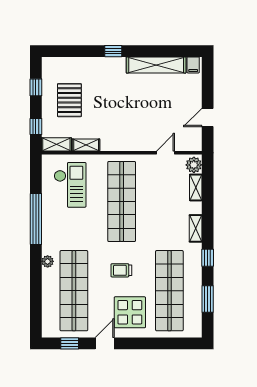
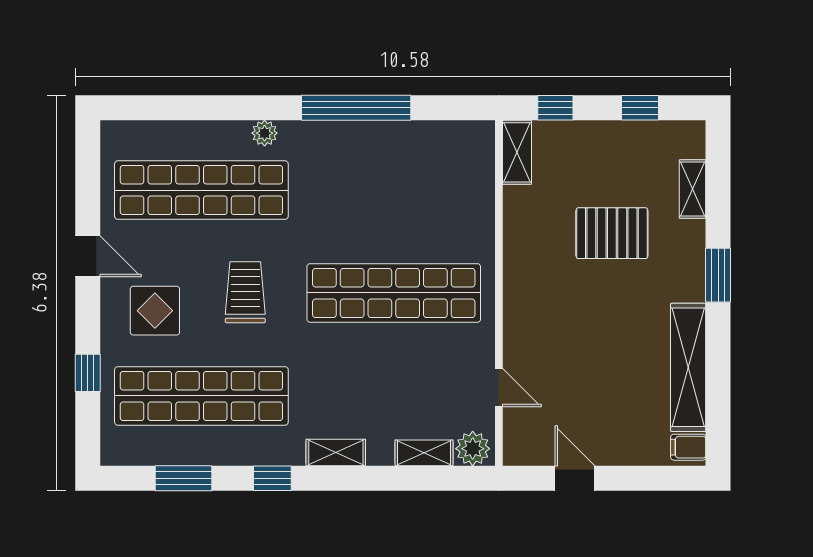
window: (113, 51) -> (718, 275), width x1.50
pallet: (69, 100) -> (612, 233), moved
shelving: (86, 145) -> (693, 189), moved
checkout: (70, 185) -> (430, 182), removed
trolley: (121, 270) -> (245, 292), width x1.36, depth x1.39
display table: (130, 312) -> (155, 311), width x0.73, depth x0.73
window: (70, 343) -> (88, 373), moved

